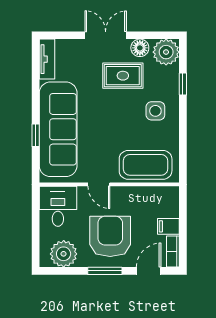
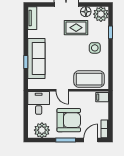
sofa: (58, 129) -> (36, 59), width x0.74, depth x0.79
filing cabinet: (168, 226) -> (102, 97), moved
armchair: (110, 236) -> (69, 120), turned 90

